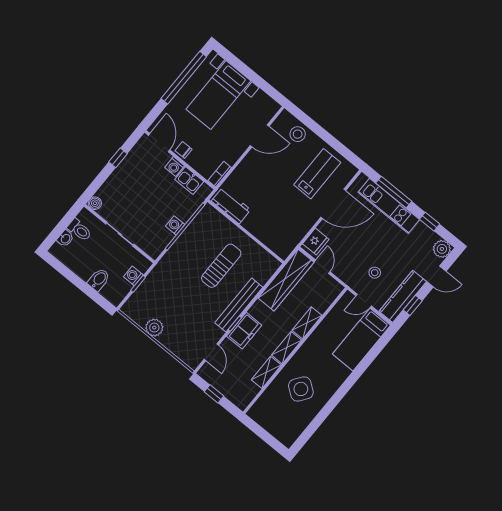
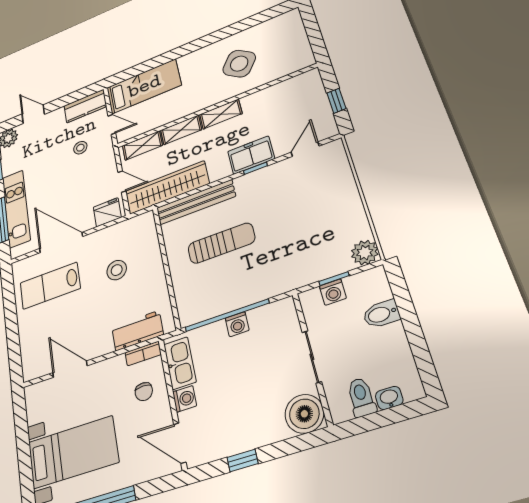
stool: (298, 134) -> (117, 270), moved
door: (159, 143) -> (180, 443), hinge flipped
chair: (183, 150) -> (144, 392), moved
kitchen sink: (189, 180) -> (180, 363), width x1.38
boiler: (95, 203) -> (304, 414), width x1.86, depth x1.86
workbench: (231, 205) -> (137, 331), moved, turned 90
sun lounger: (221, 266) -> (221, 243), turned 180
door: (322, 267) -> (122, 182), swing flipped
kitchen counter: (403, 296) -> (85, 106), width x0.67
bench: (239, 305) -> (196, 202), moved
window: (413, 305) -> (74, 97), removed
plant: (154, 328) -> (365, 253), moved
shelving: (266, 372) -> (142, 146), moved

